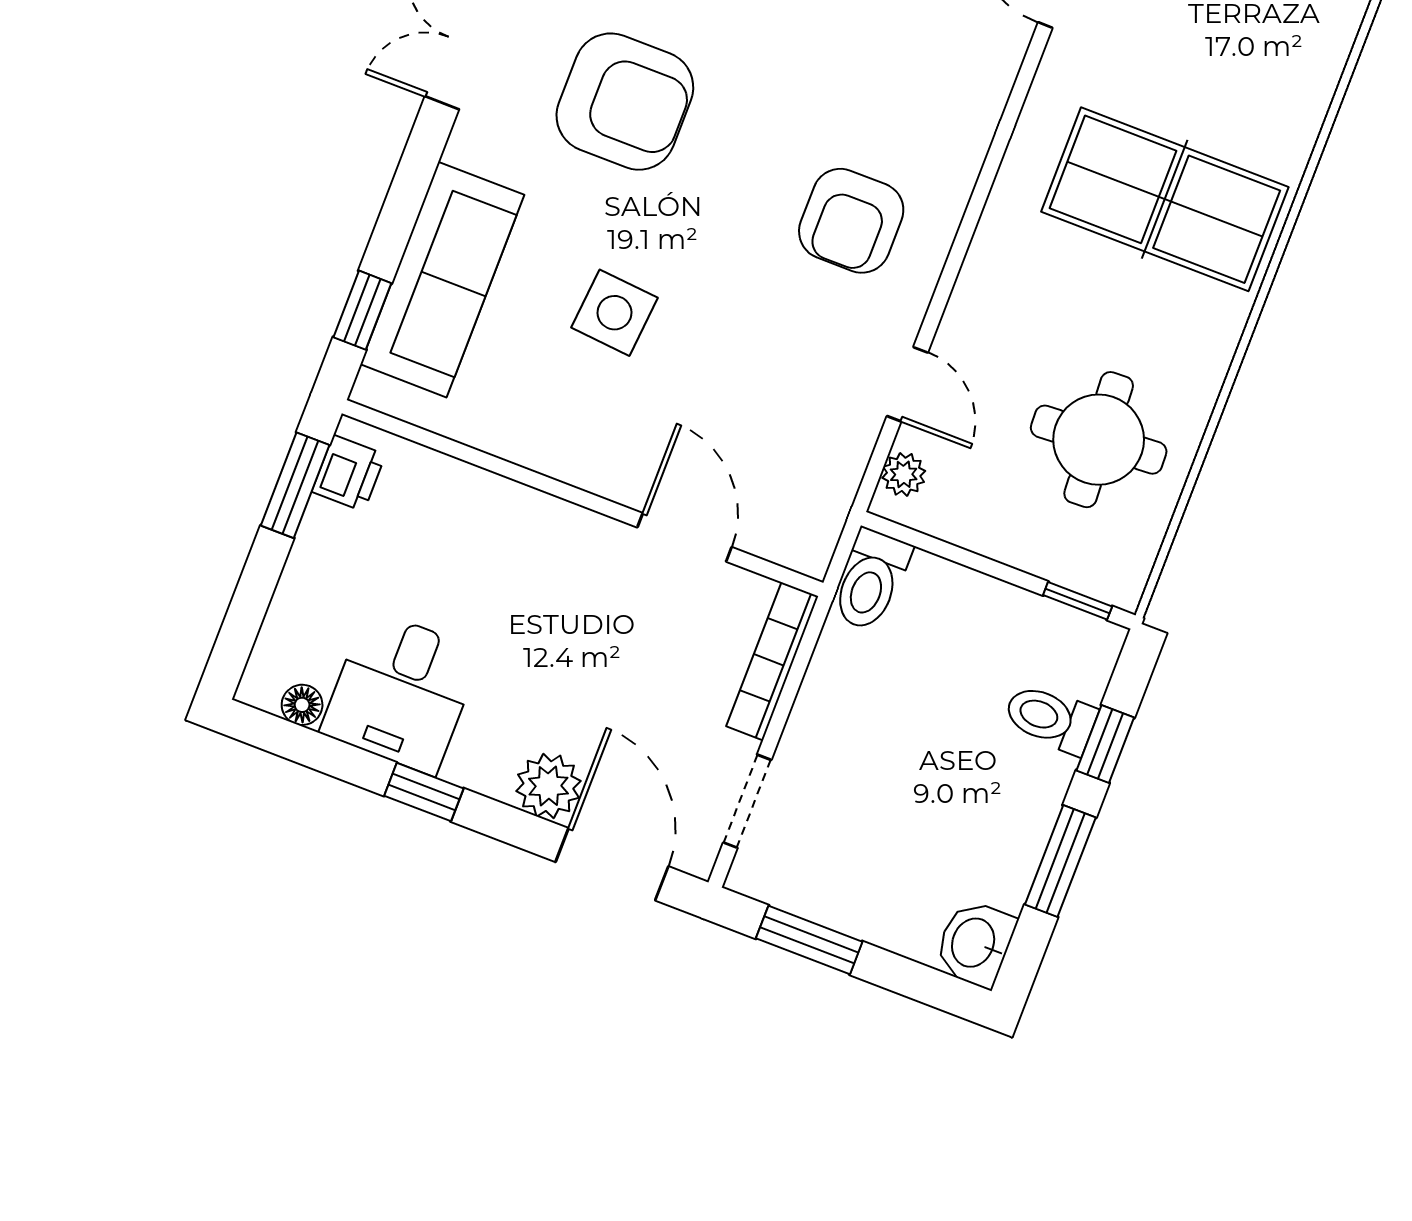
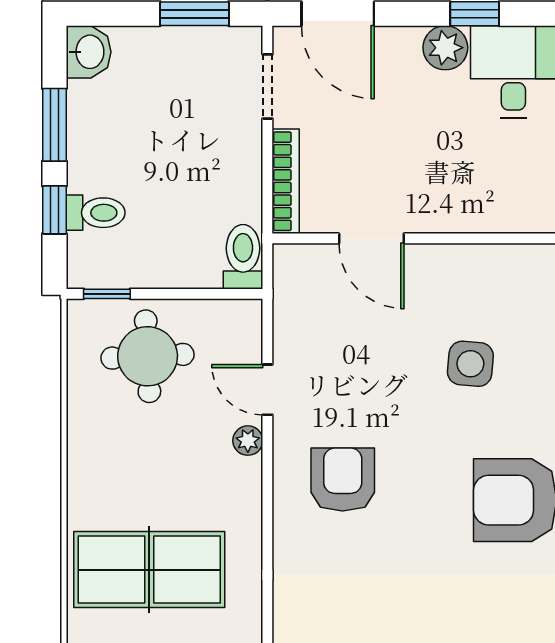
round table: (1099, 440) -> (148, 356), moved
plant: (904, 474) -> (248, 441), moved
plant: (548, 786) -> (445, 48), moved

